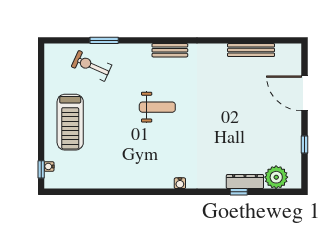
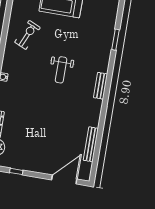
exercise bike: (92, 66) -> (27, 35), moved
door: (304, 93) -> (64, 179), moved

